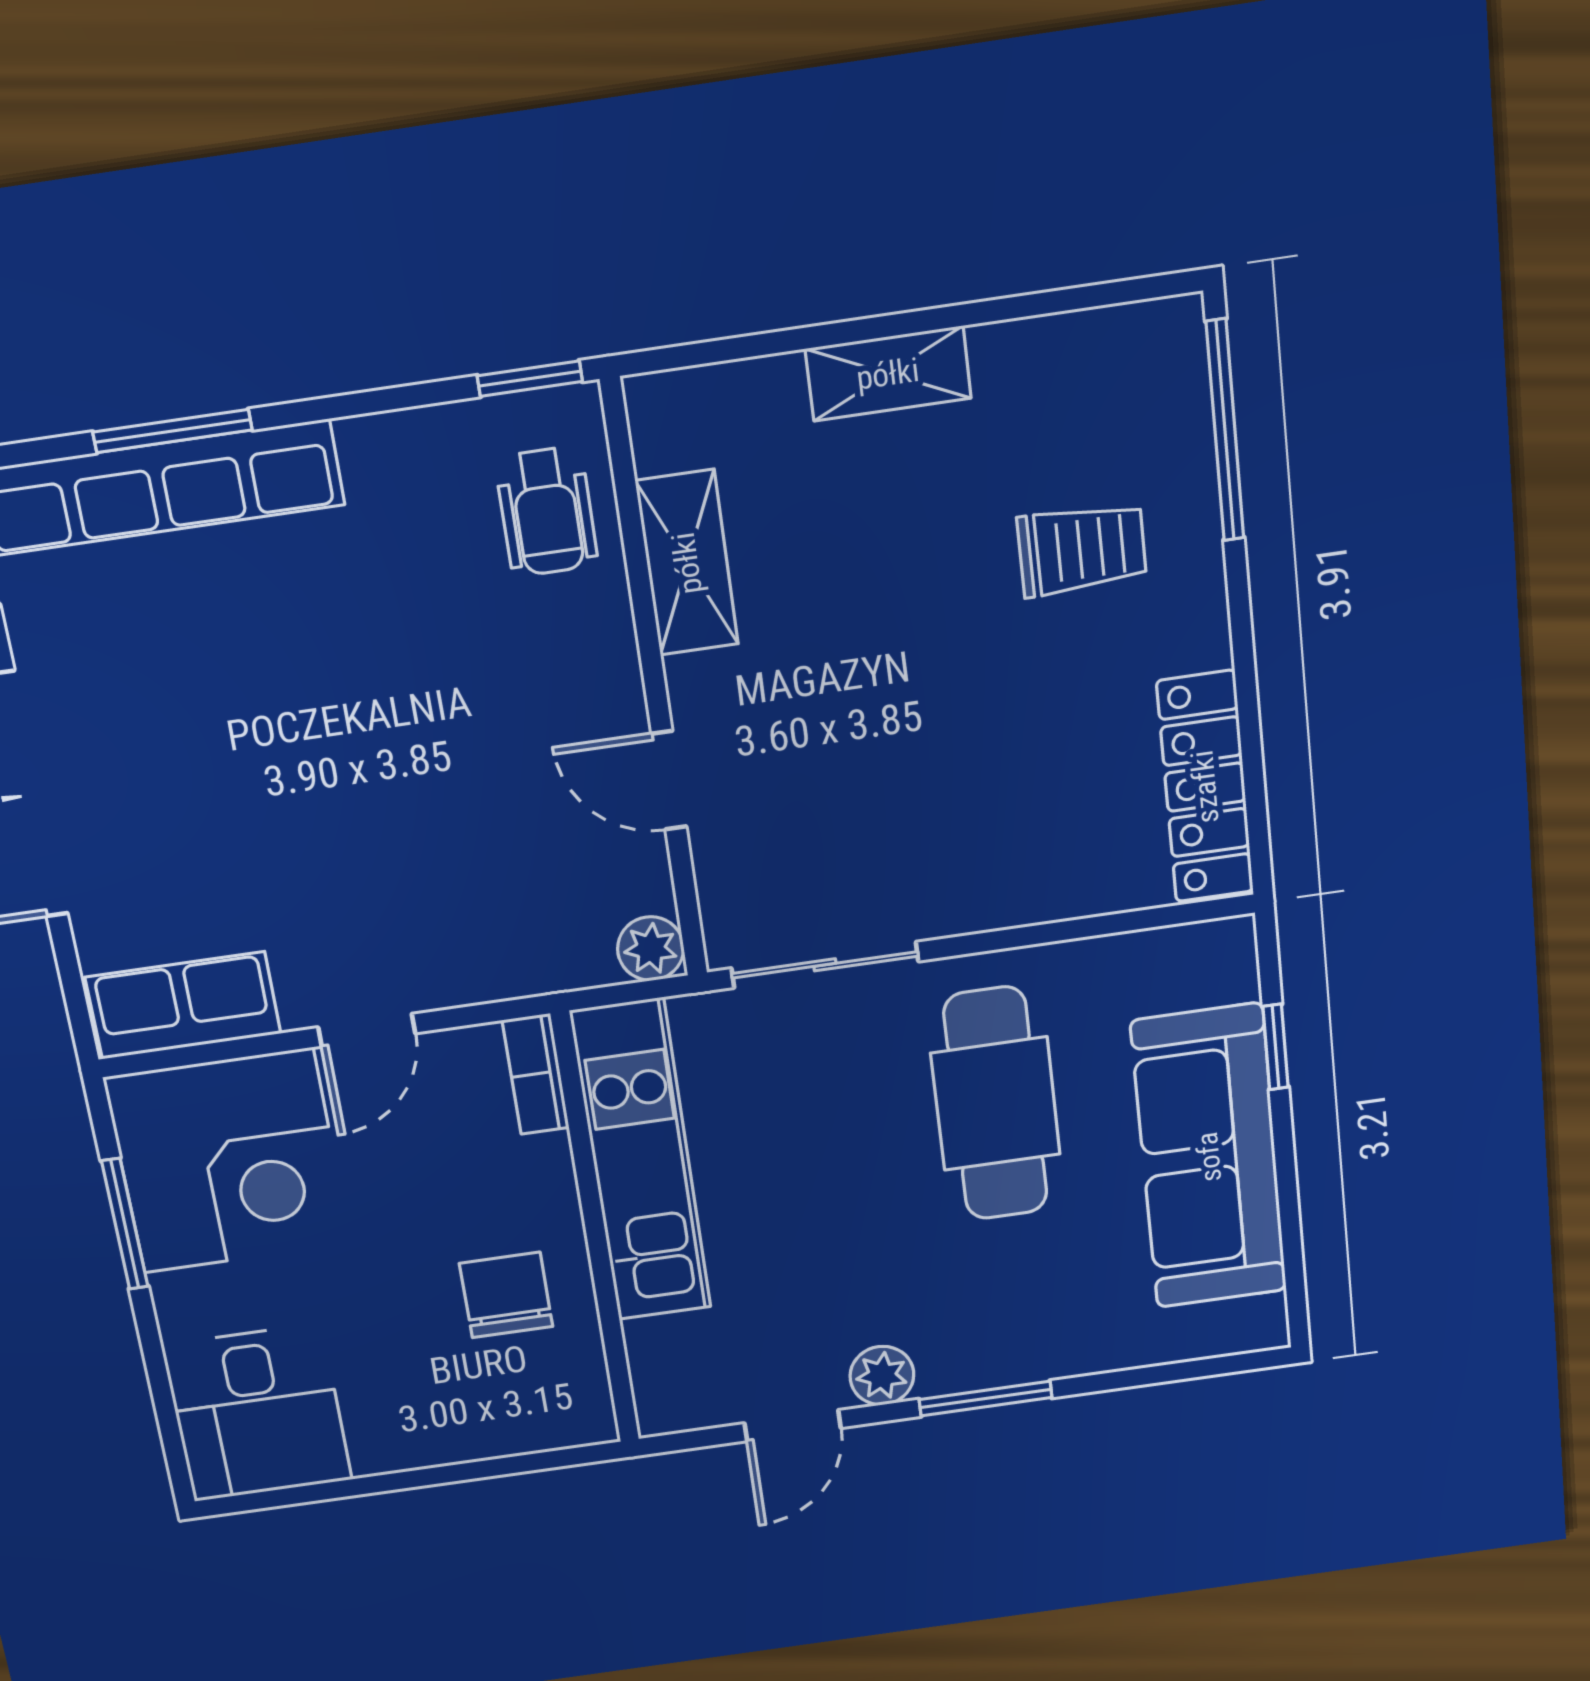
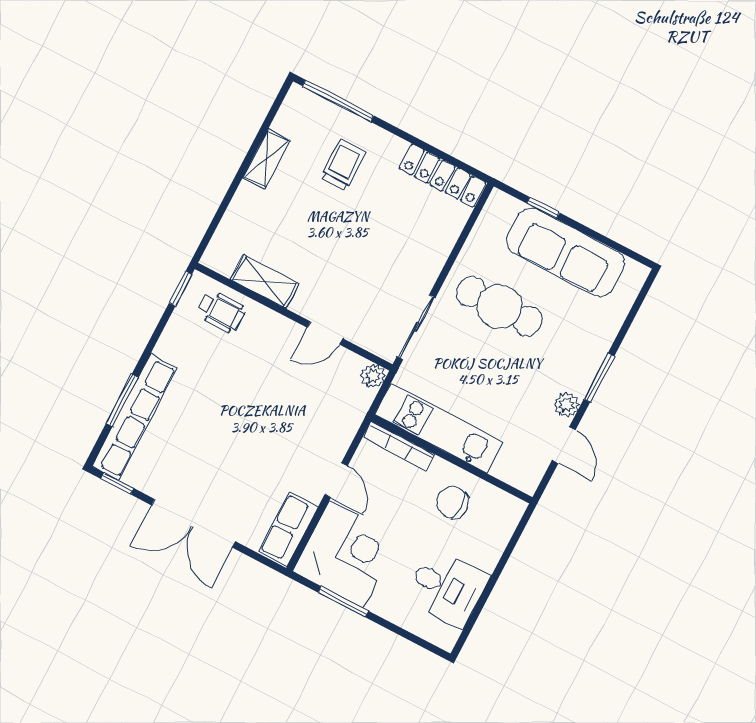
shelving: (888, 374) -> (266, 159), moved
bookcase: (536, 1074) -> (399, 446), width x1.56
desk: (257, 1413) -> (447, 588), moved

